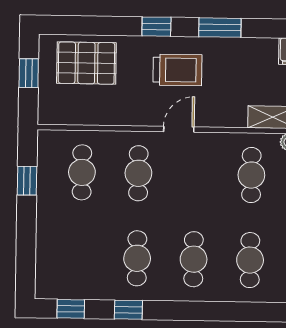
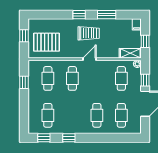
pallet: (86, 63) -> (46, 42), moved
cafe table: (137, 258) -> (48, 115), moved

